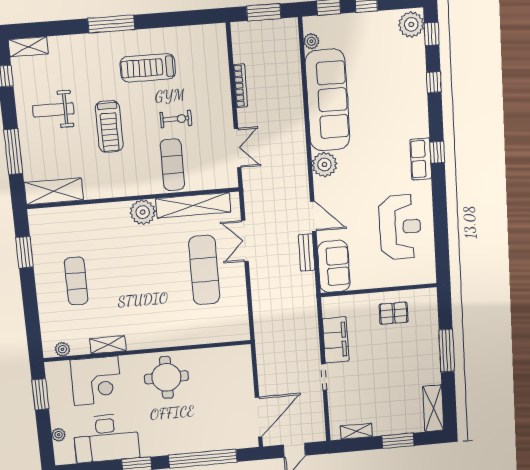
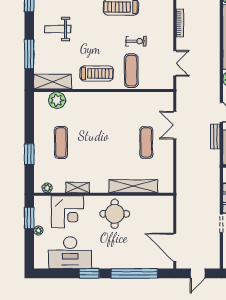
treadmill: (109, 126) -> (97, 73), moved, turned -90
shelving: (193, 205) -> (133, 186), moved
plant: (143, 212) -> (57, 100), moved
window: (24, 252) -> (29, 154), moved
exercise mat: (204, 270) -> (146, 142), width x0.73, depth x0.69
door: (259, 417) -> (175, 247), swing flipped
plant: (59, 435) -> (38, 231), moved

